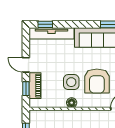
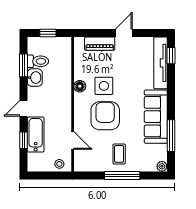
armchair: (97, 81) -> (105, 116), turned 90
window: (26, 89) -> (96, 33), removed

